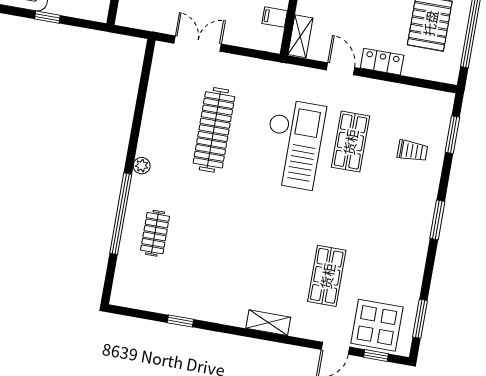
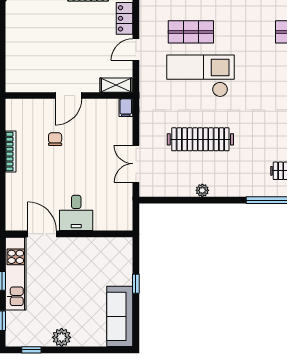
filing cabinet: (275, 17) -> (126, 108), moved
plant: (142, 166) -> (202, 190), moved

